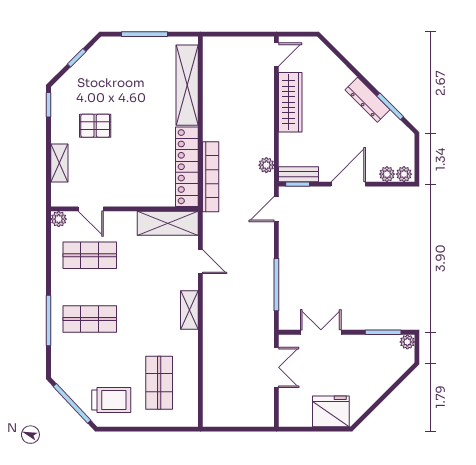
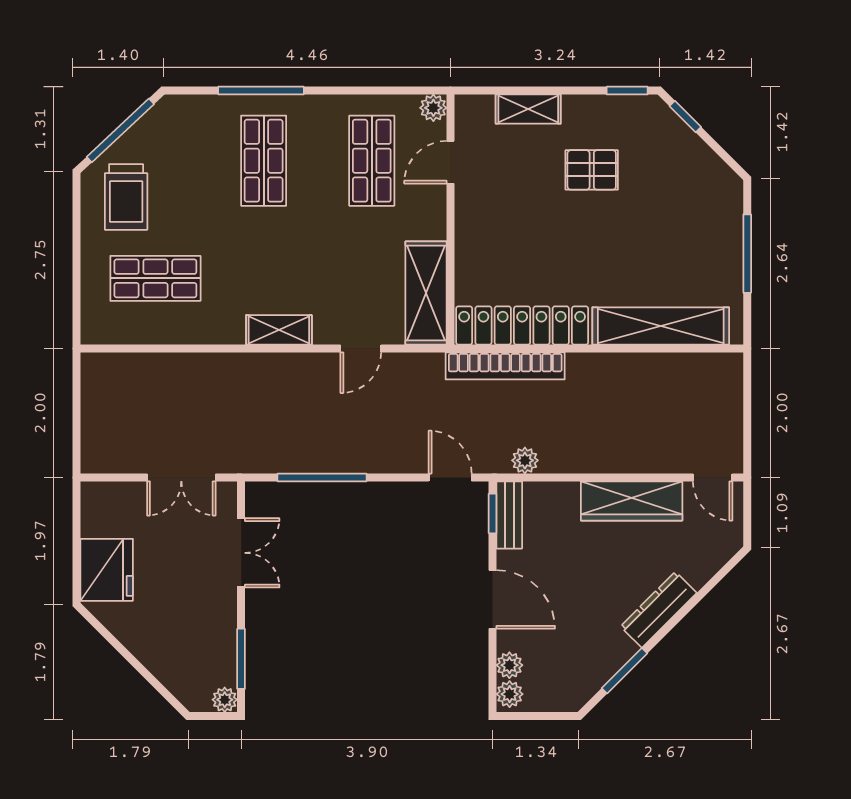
window: (77, 58) -> (685, 117), moved
dresser: (368, 100) -> (659, 610), moved
pallet: (95, 126) -> (592, 170), turned 90

